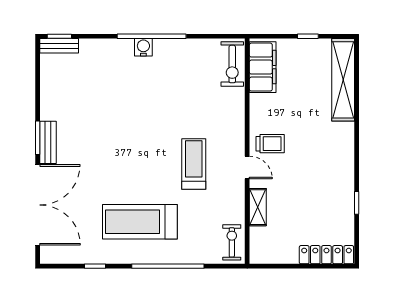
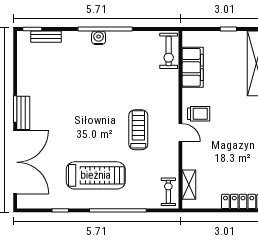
bench: (59, 46) -> (46, 37), moved
filing cabinet: (263, 67) -> (193, 67), moved
shelving: (258, 207) -> (189, 185), moved
treadmill: (140, 222) -> (96, 175), turned 180

